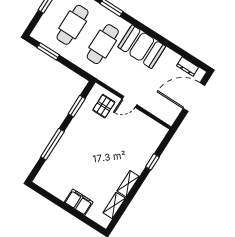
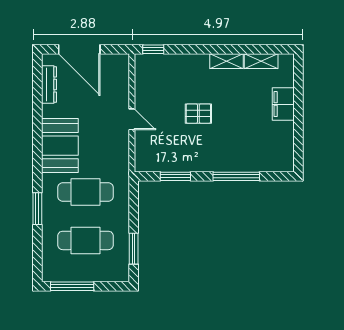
dresser: (188, 66) -> (49, 84), width x1.44
pallet: (104, 106) -> (198, 114), moved
window: (152, 162) -> (153, 49), moved

